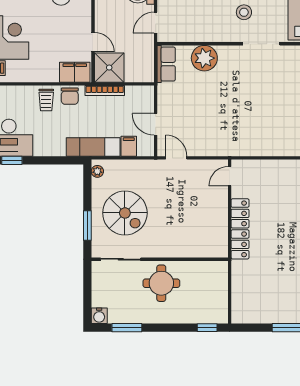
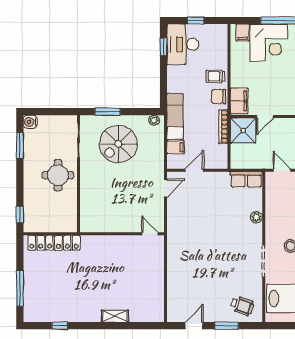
plant: (204, 58) -> (256, 217), width x0.53, depth x0.53
locker: (240, 229) -> (54, 243), moved

